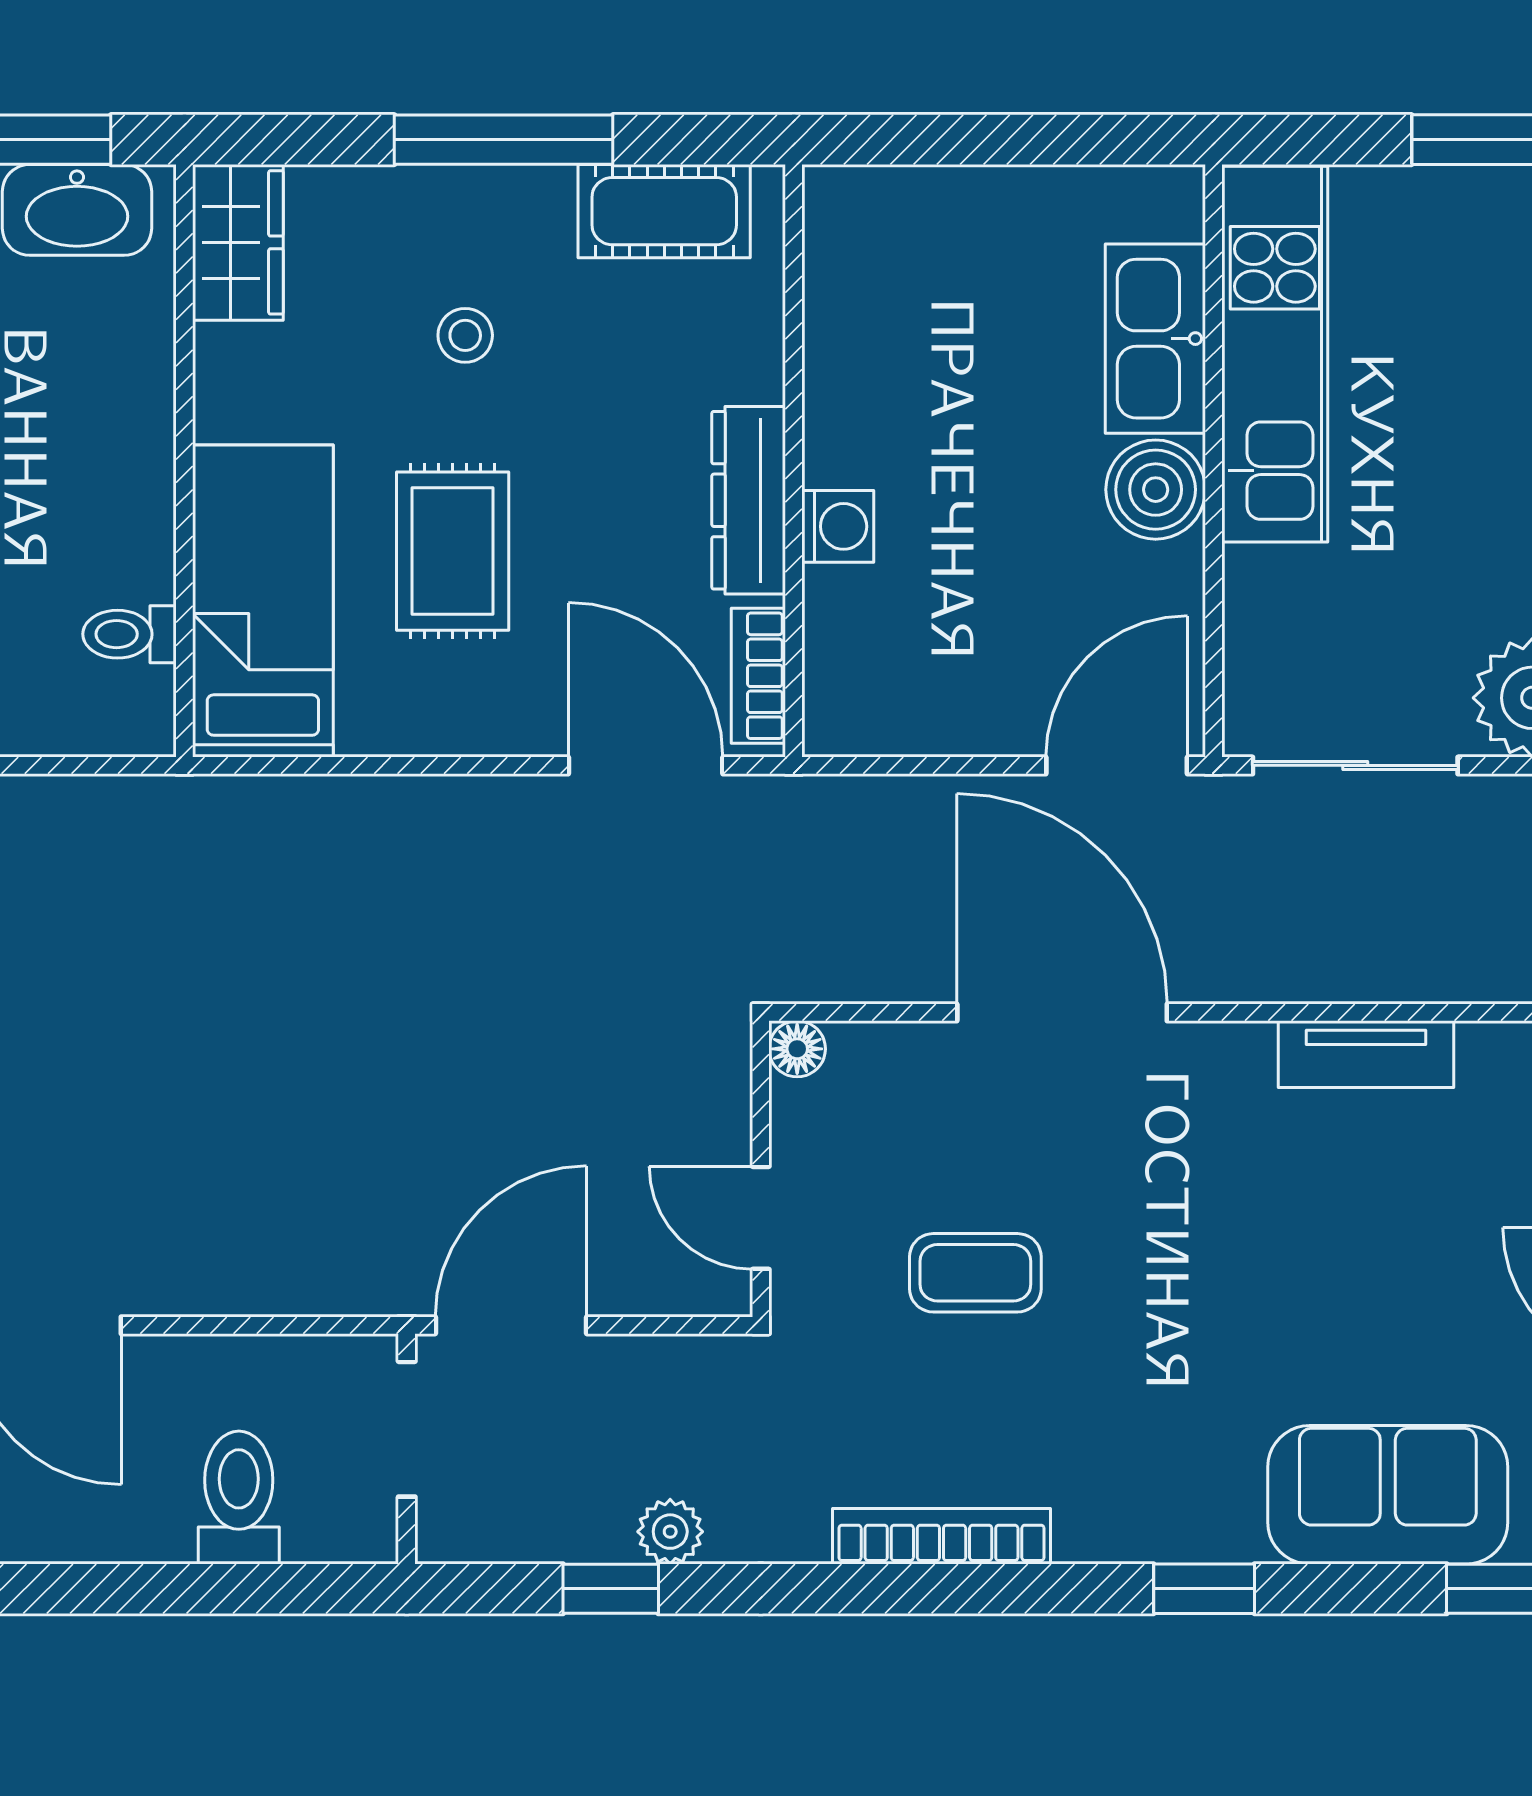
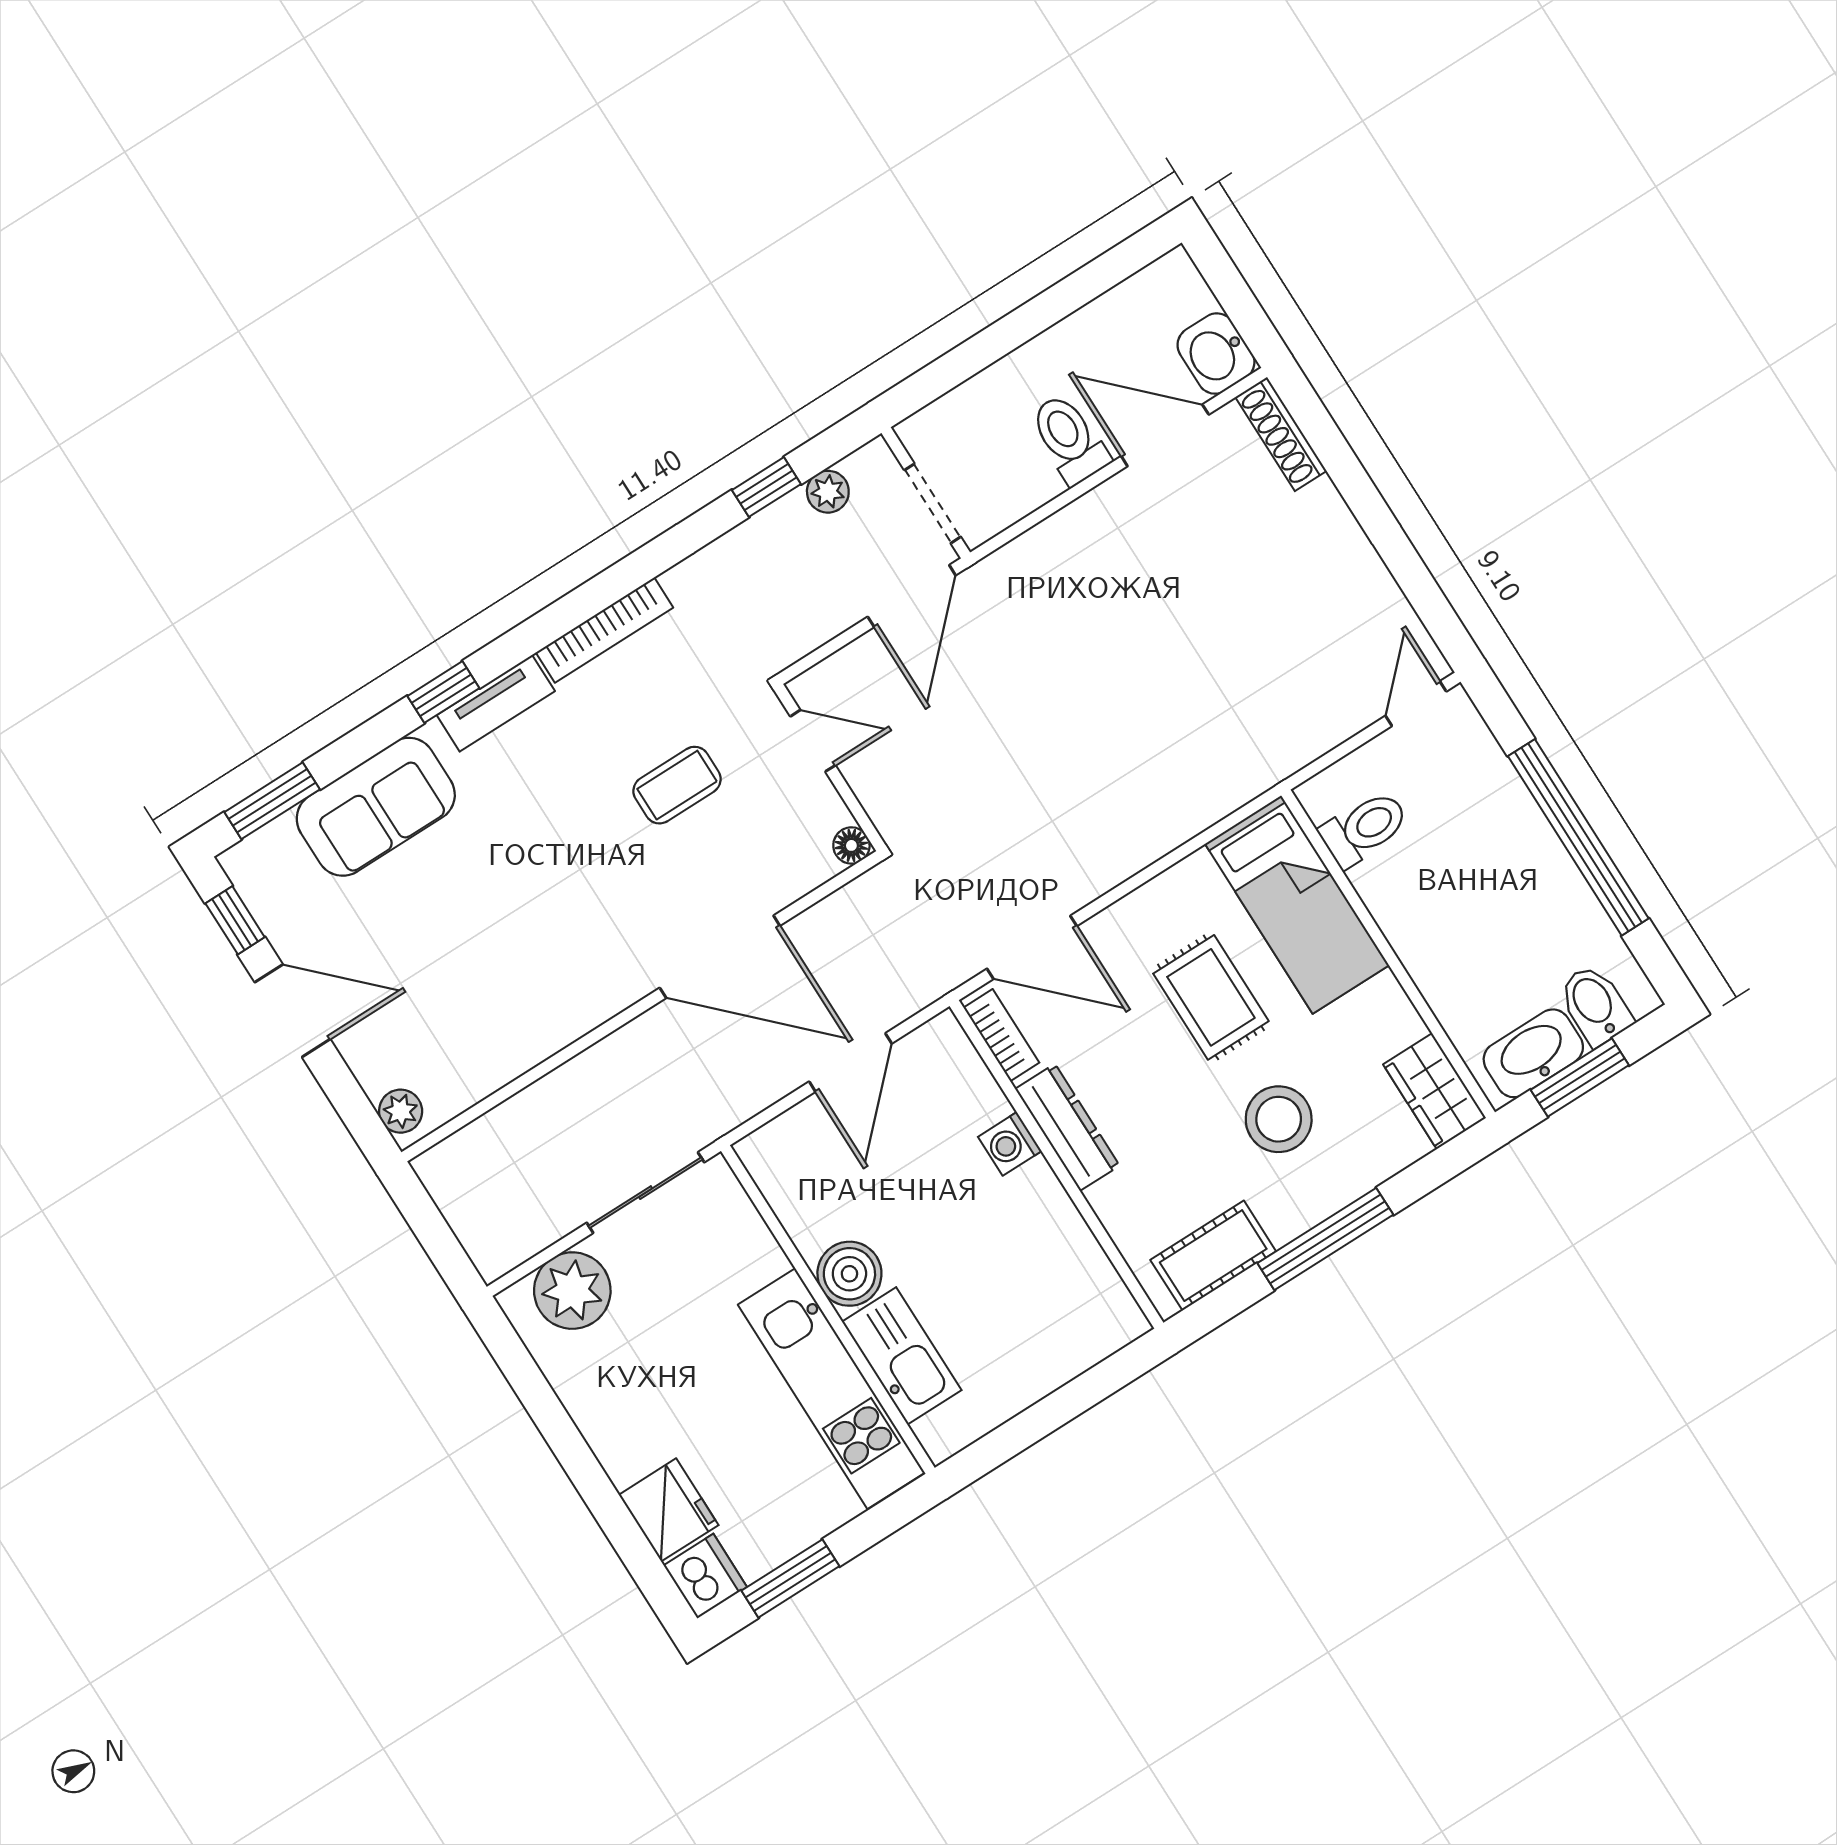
stool: (465, 335) -> (1279, 1119), width x1.89, depth x1.89
toilet: (130, 634) -> (1364, 829), width x1.37, depth x1.39
door: (1117, 765) -> (850, 1062), moved
tv unit: (1366, 1054) -> (496, 703), moved, turned 180
toilet: (239, 1498) -> (1069, 439), moved, turned 180
plant: (670, 1532) -> (828, 492), moved

